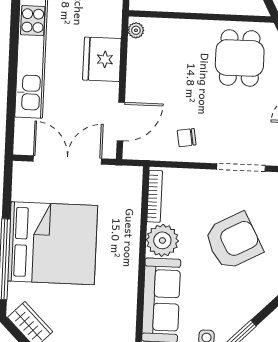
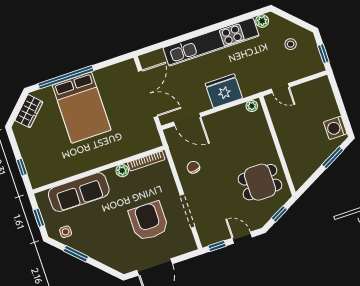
plant: (162, 240) -> (122, 171), width x0.53, depth x0.53
armchair: (233, 241) -> (149, 221), moved, turned -152
bed: (53, 243) -> (82, 108), width x0.73

